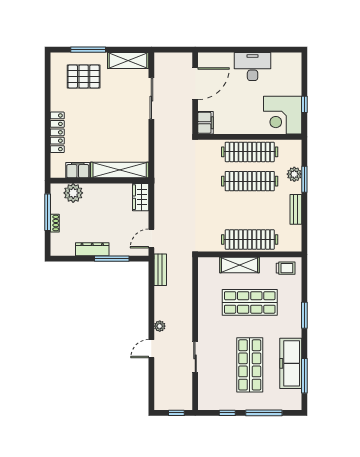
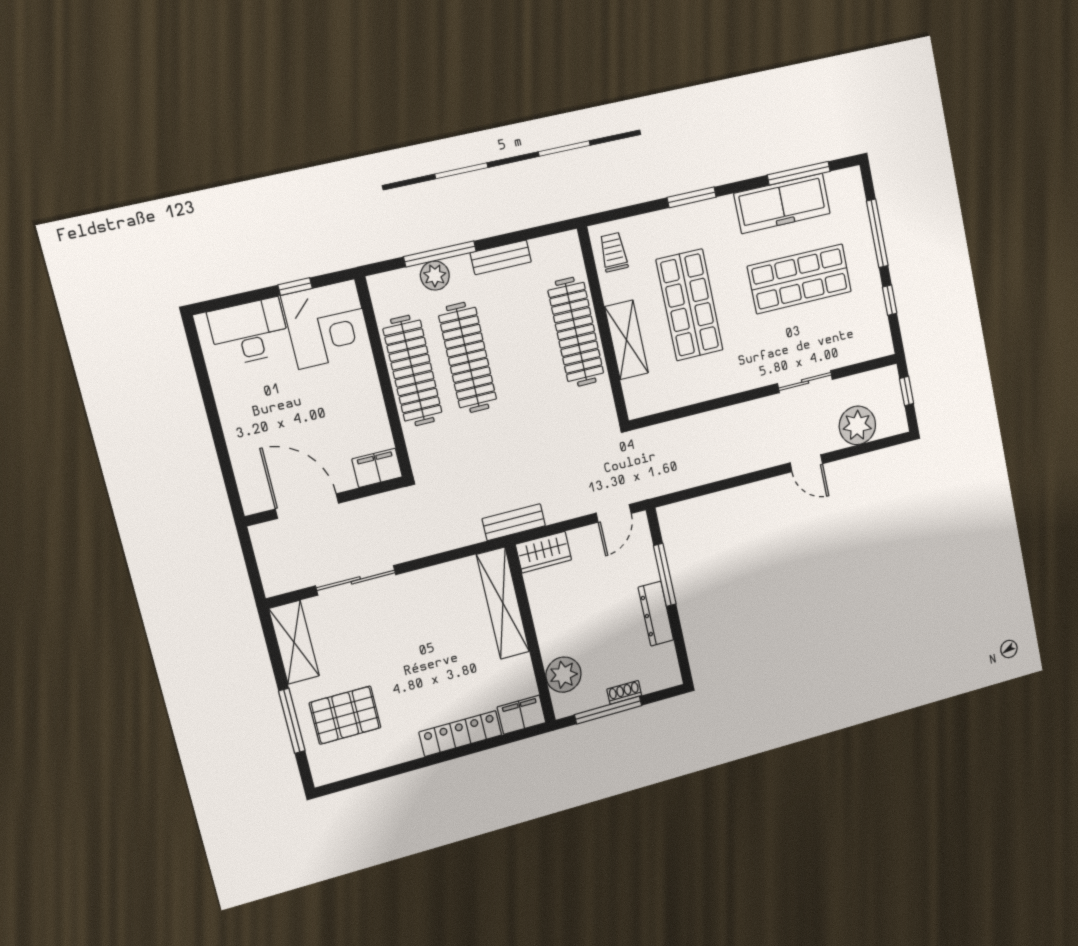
desk: (253, 66) -> (249, 332), moved, turned 90
pallet: (84, 77) -> (345, 715), turned 90
filing cabinet: (78, 170) -> (522, 715), moved, turned 90
window: (304, 179) -> (440, 254), width x1.44
door: (151, 239) -> (614, 513), hinge flipped
bench: (160, 270) -> (514, 522), moved
plant: (160, 326) -> (857, 425), moved, width x1.88, depth x1.88

